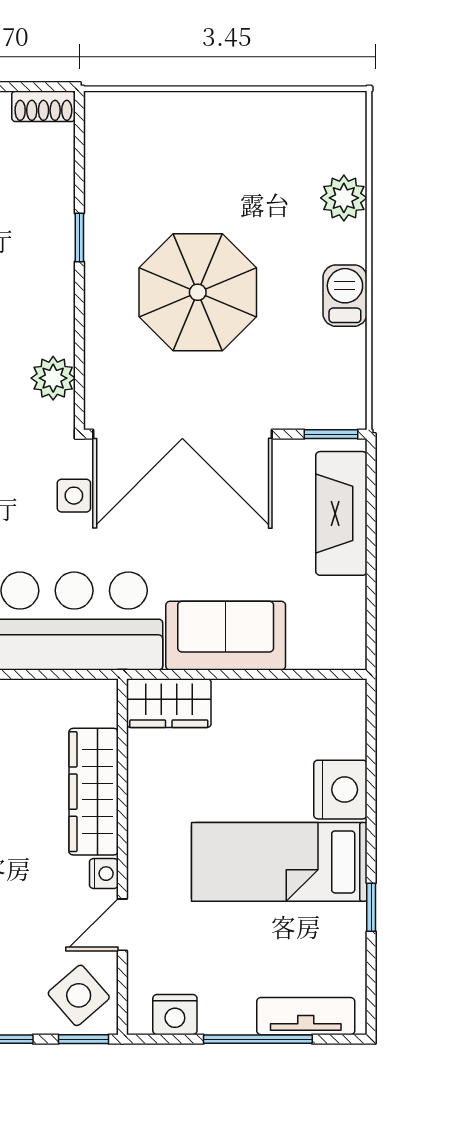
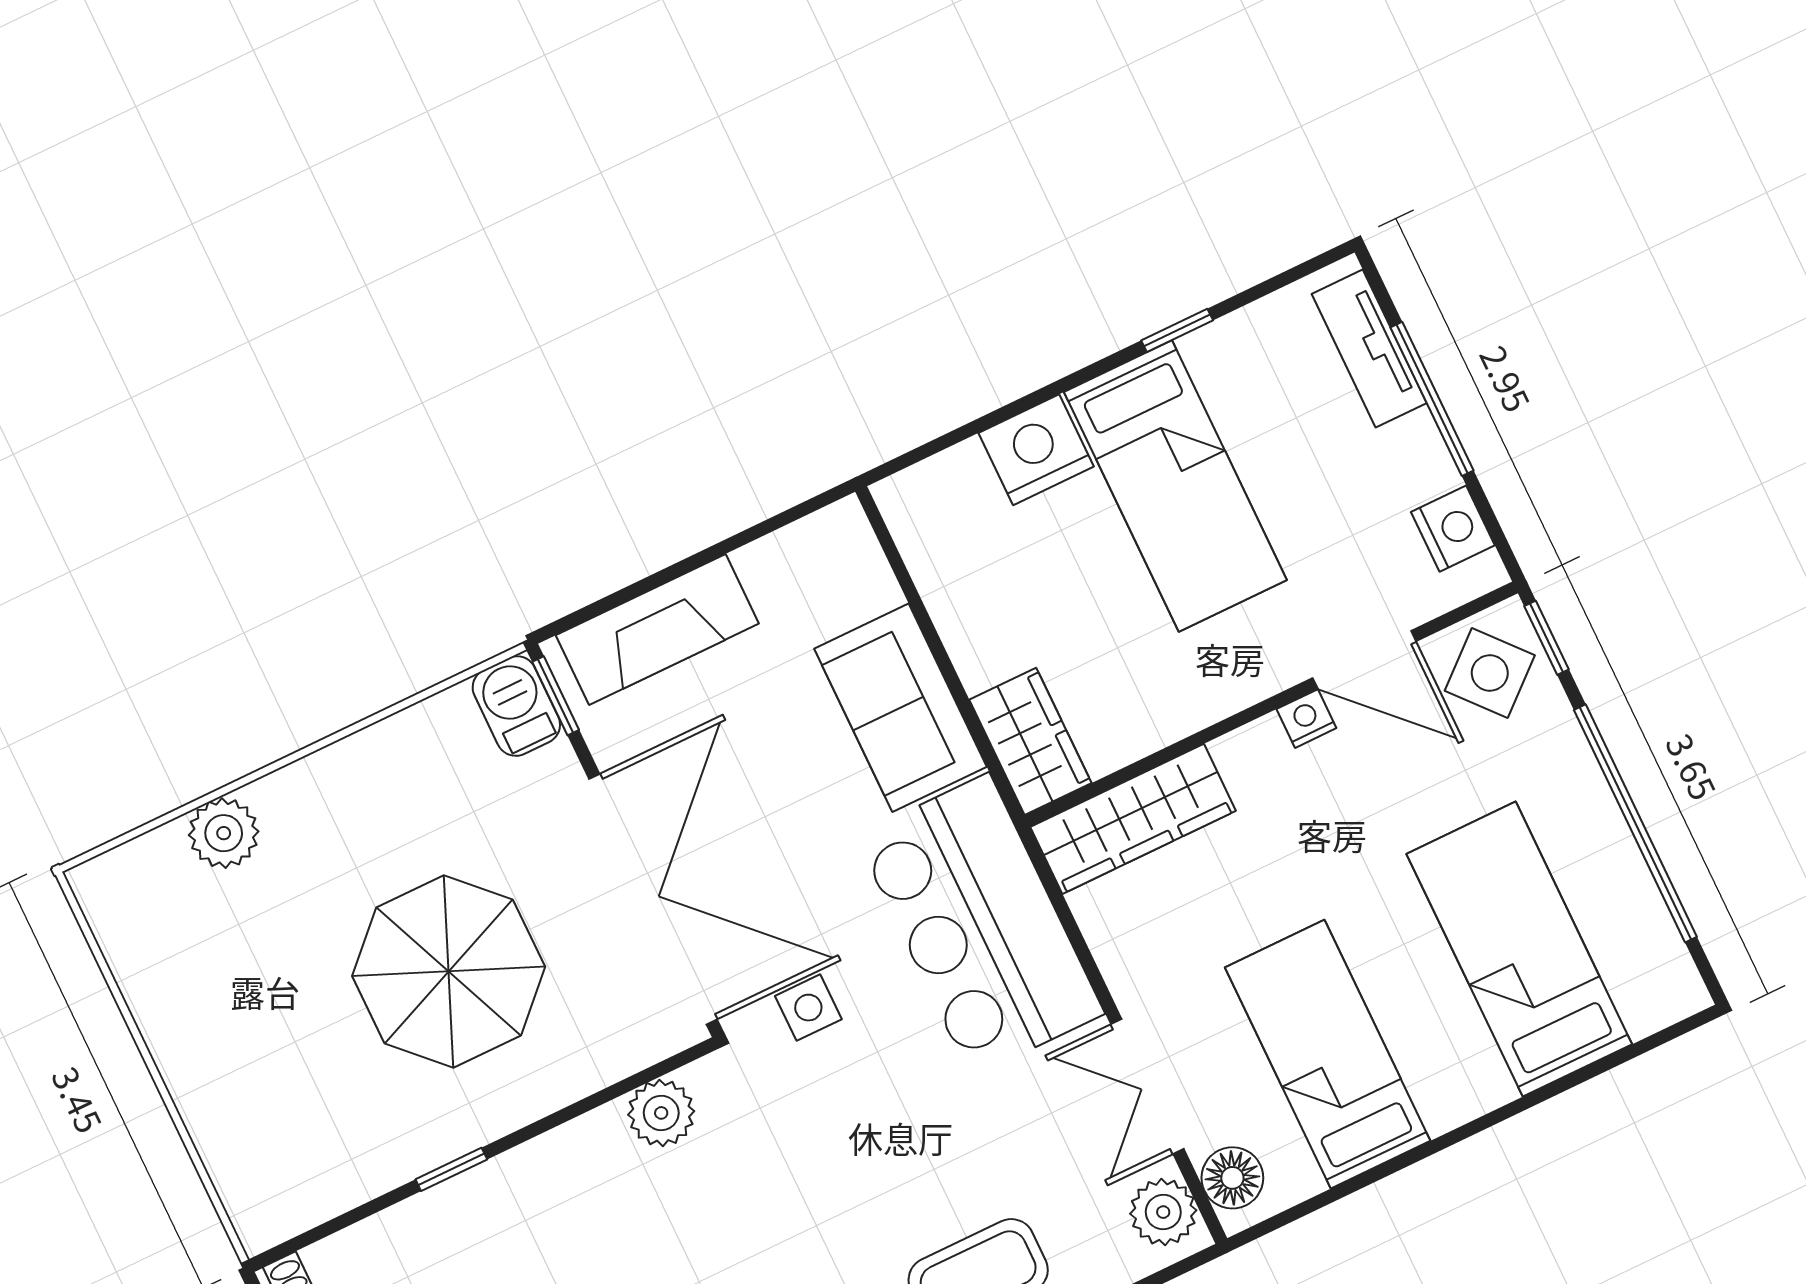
barbecue: (345, 296) -> (516, 706), moved, turned 90
wardrobe: (94, 792) -> (1133, 819), moved
door: (122, 925) -> (1364, 660), width x1.38

